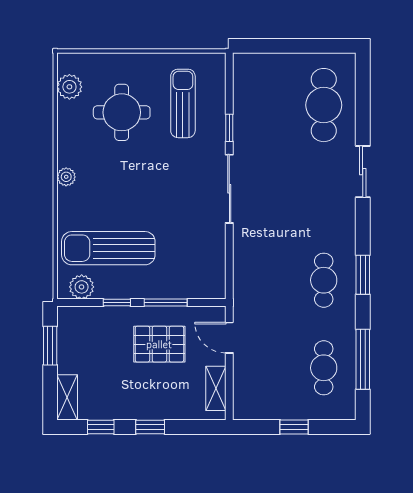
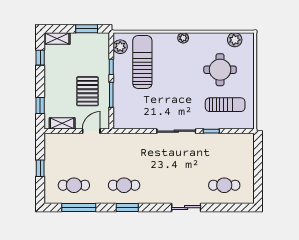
cafe table: (324, 105) -> (224, 185), width x0.73, depth x0.74
window: (150, 427) -> (40, 105), moved

